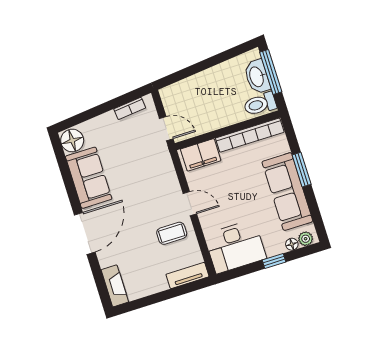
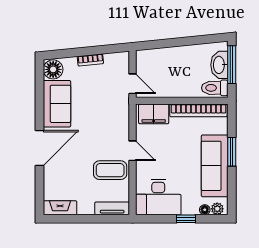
bookcase: (130, 108) -> (90, 60), moved
coffee table: (172, 233) -> (110, 170), width x1.36, depth x1.30
fireplace: (115, 286) -> (60, 208), moved, turned -90

